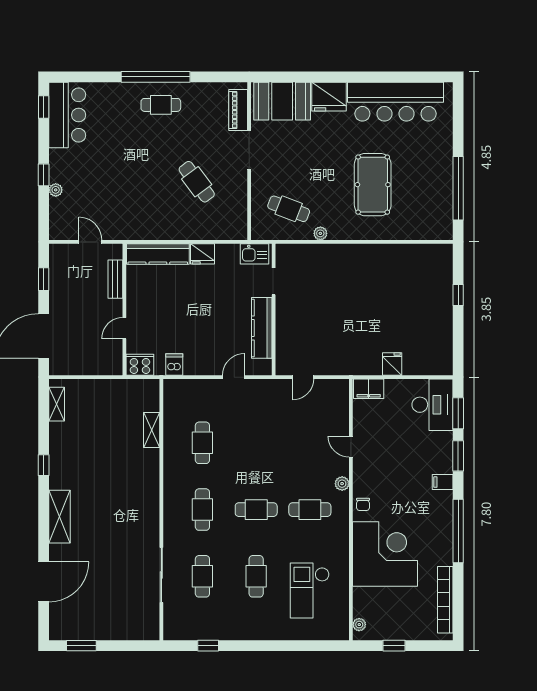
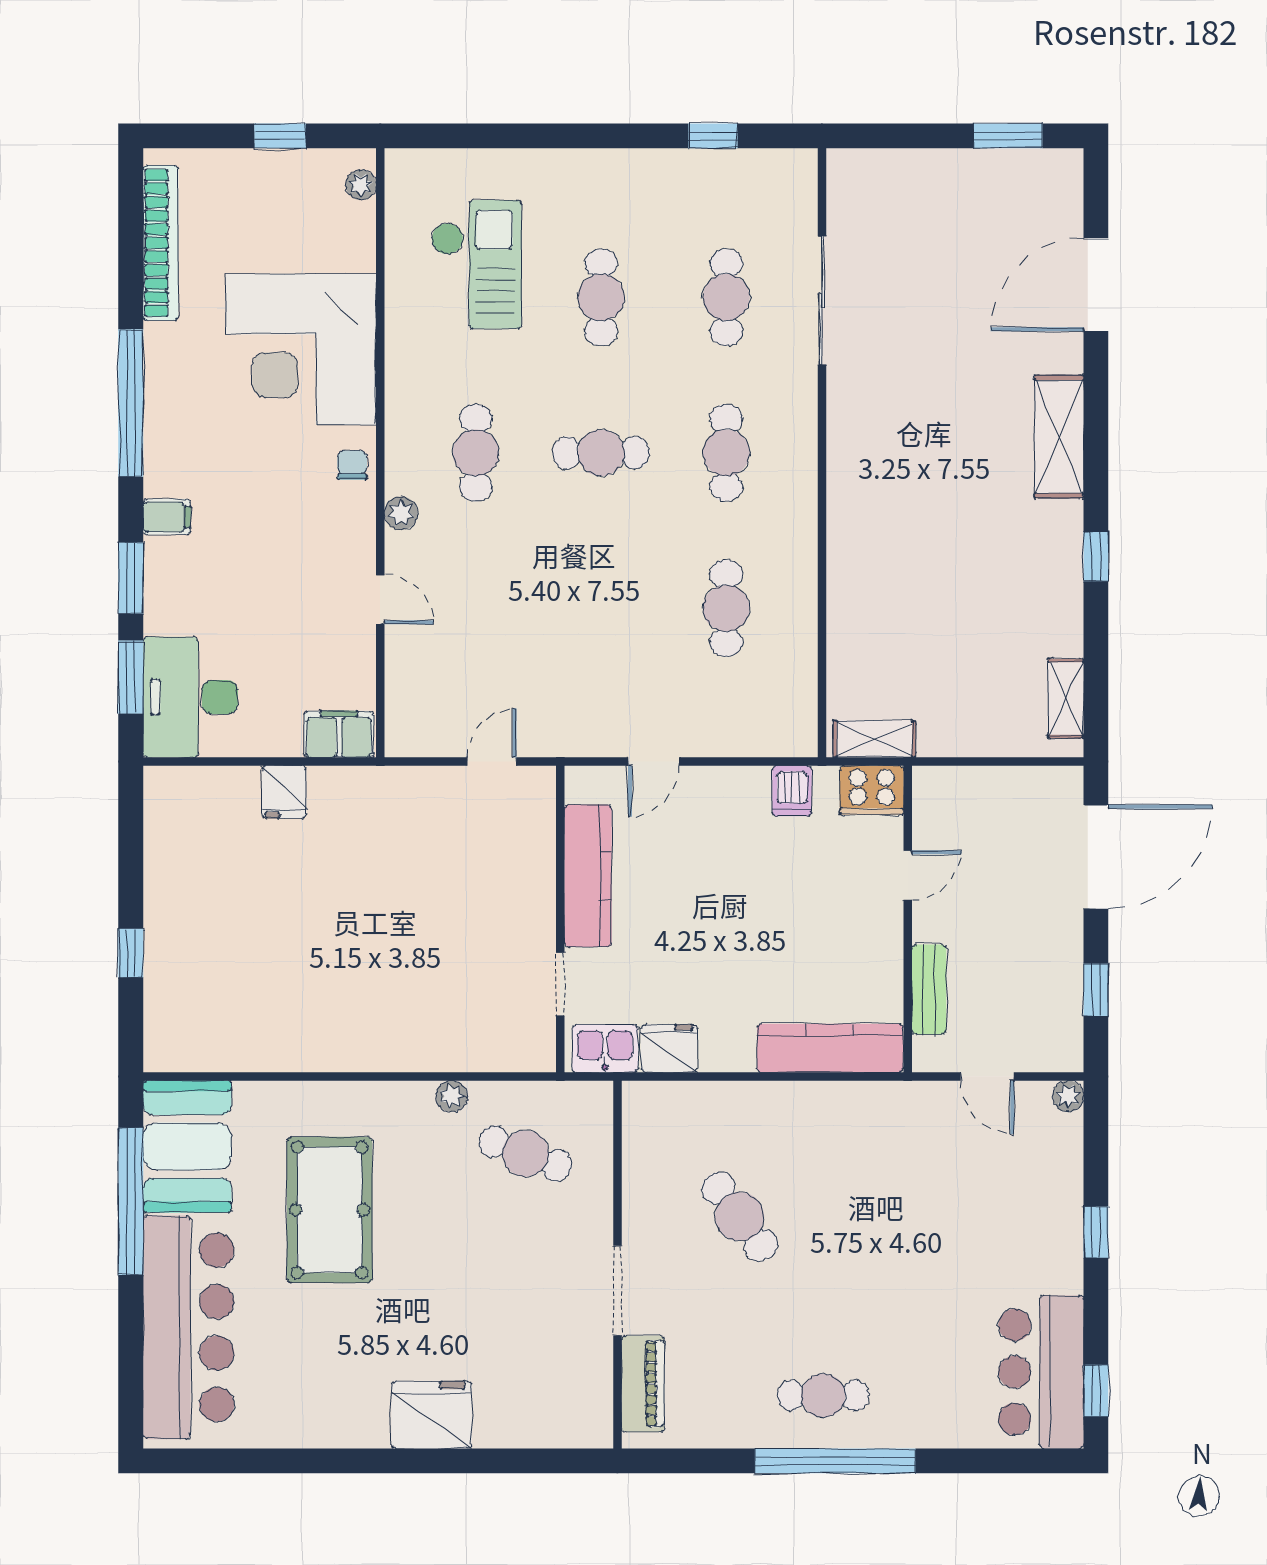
booth: (282, 101) -> (187, 1146), moved, turned 90
bar counter: (395, 102) -> (189, 1327), moved, turned 90
plant: (56, 190) -> (1068, 1096), moved
fridge: (203, 254) -> (669, 1048), moved
shelving: (152, 430) -> (874, 739), moved, turned 90
cafe table: (310, 510) -> (476, 453), turned 90

